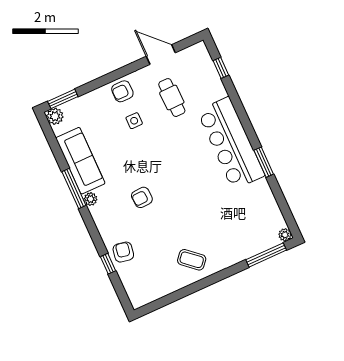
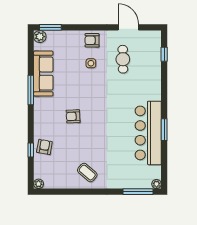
bar counter: (231, 143) -> (148, 133), moved
plant: (91, 199) -> (39, 184), moved

